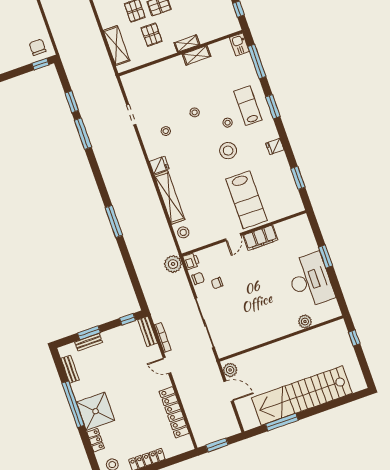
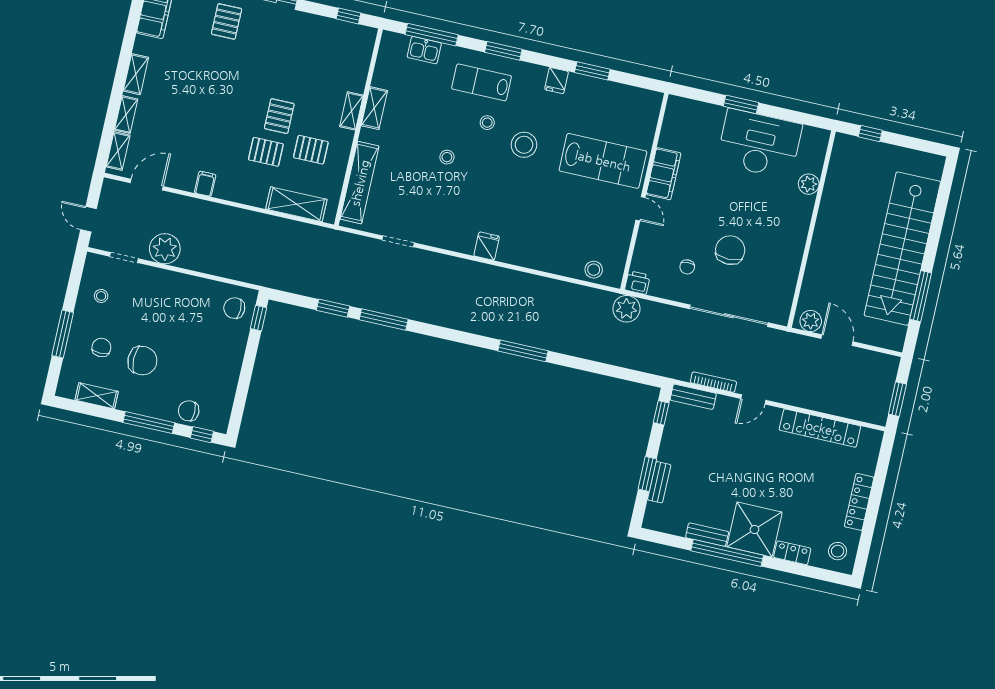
kitchen sink: (239, 44) -> (424, 50), moved
stool: (166, 131) -> (448, 210), removed
window: (298, 178) -> (592, 71), moved
shelving: (169, 197) -> (360, 183), moved, turned 90
chair: (198, 278) -> (730, 250), moved, width x1.87, depth x1.87
bench: (70, 369) -> (707, 535), moved
door: (229, 391) -> (837, 340), hinge flipped

